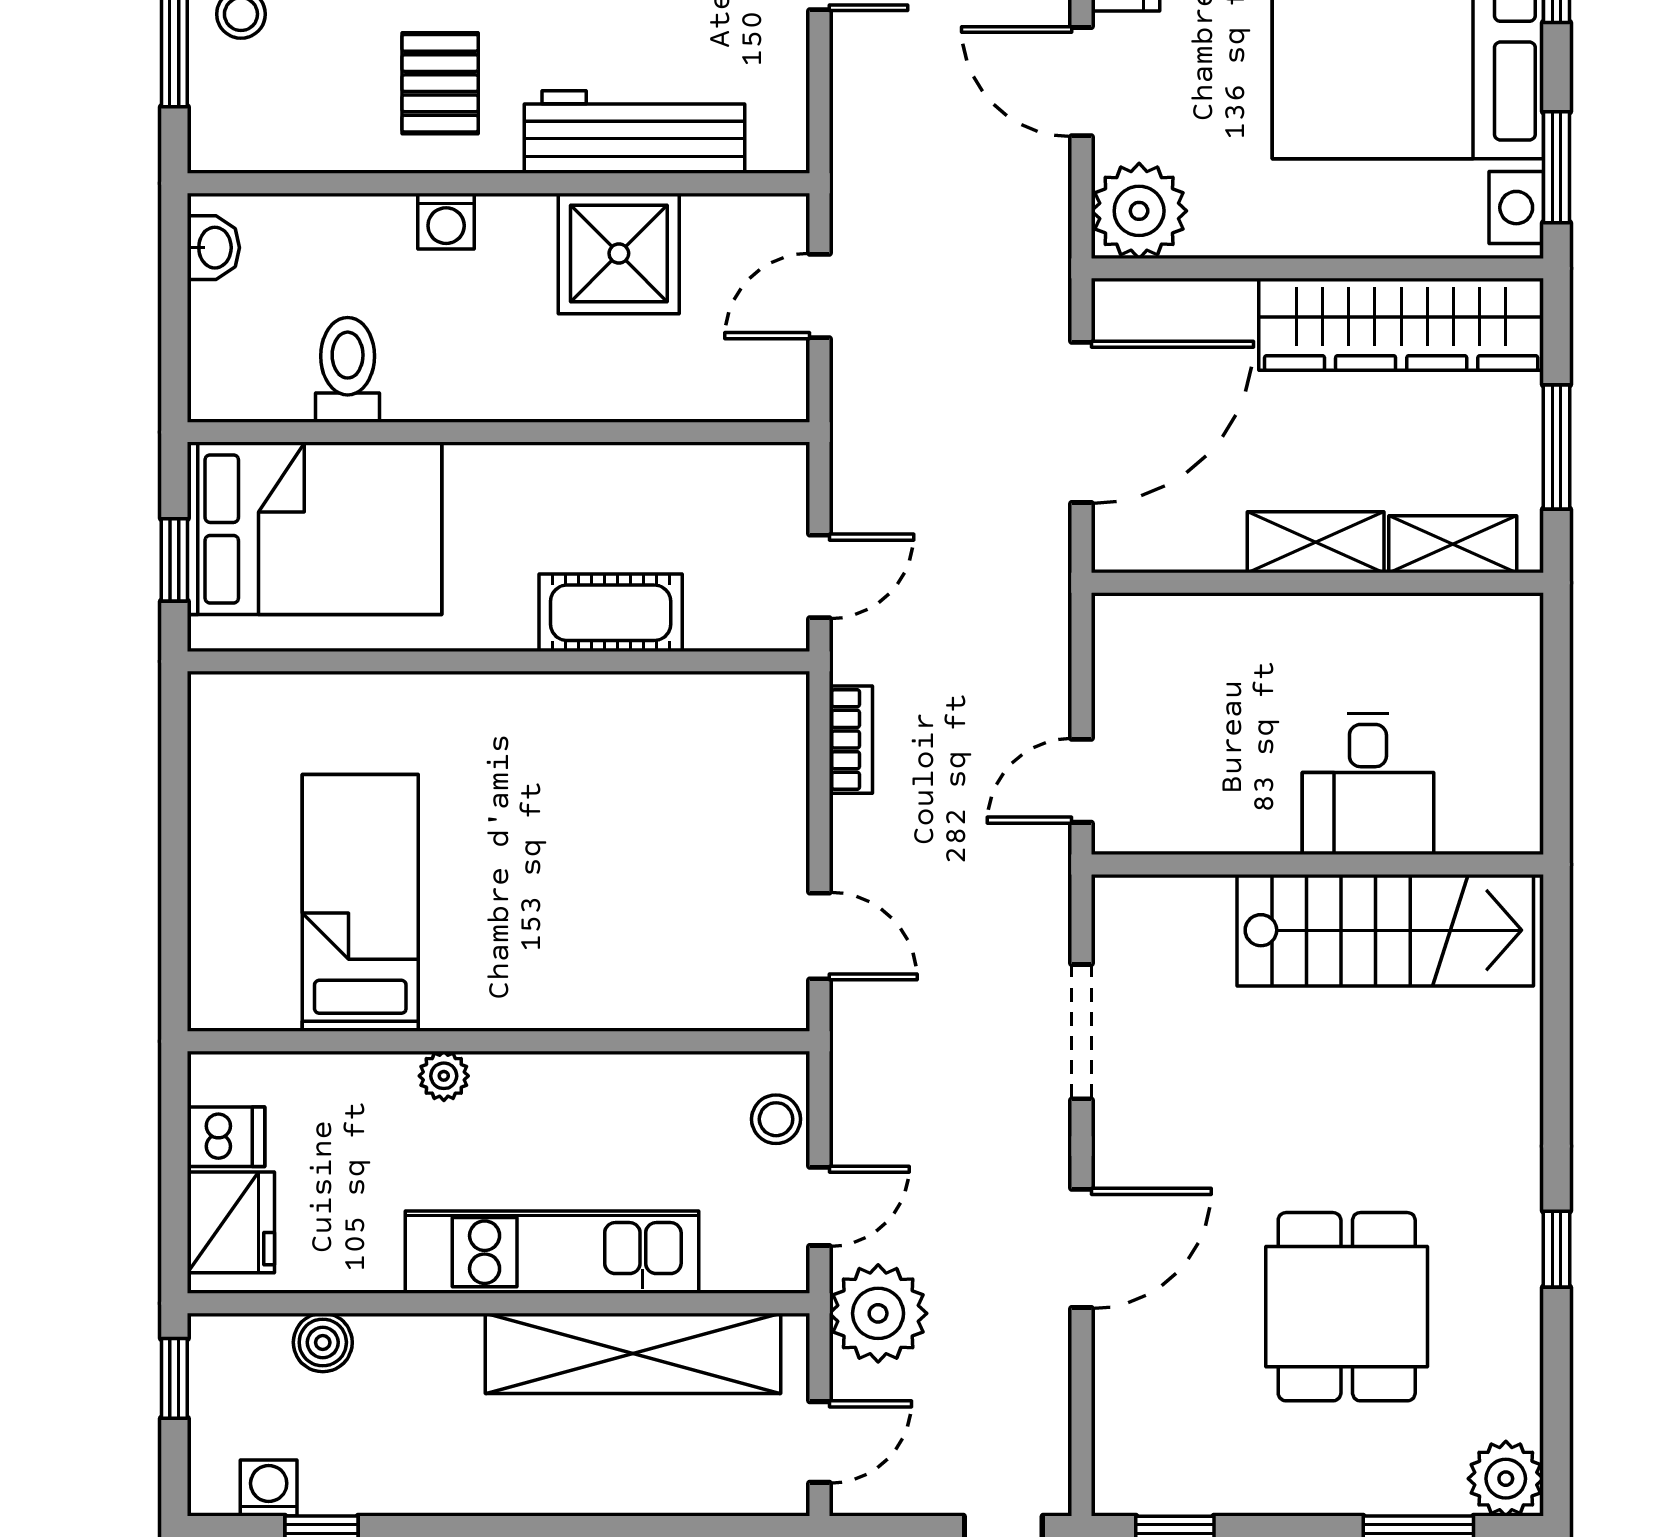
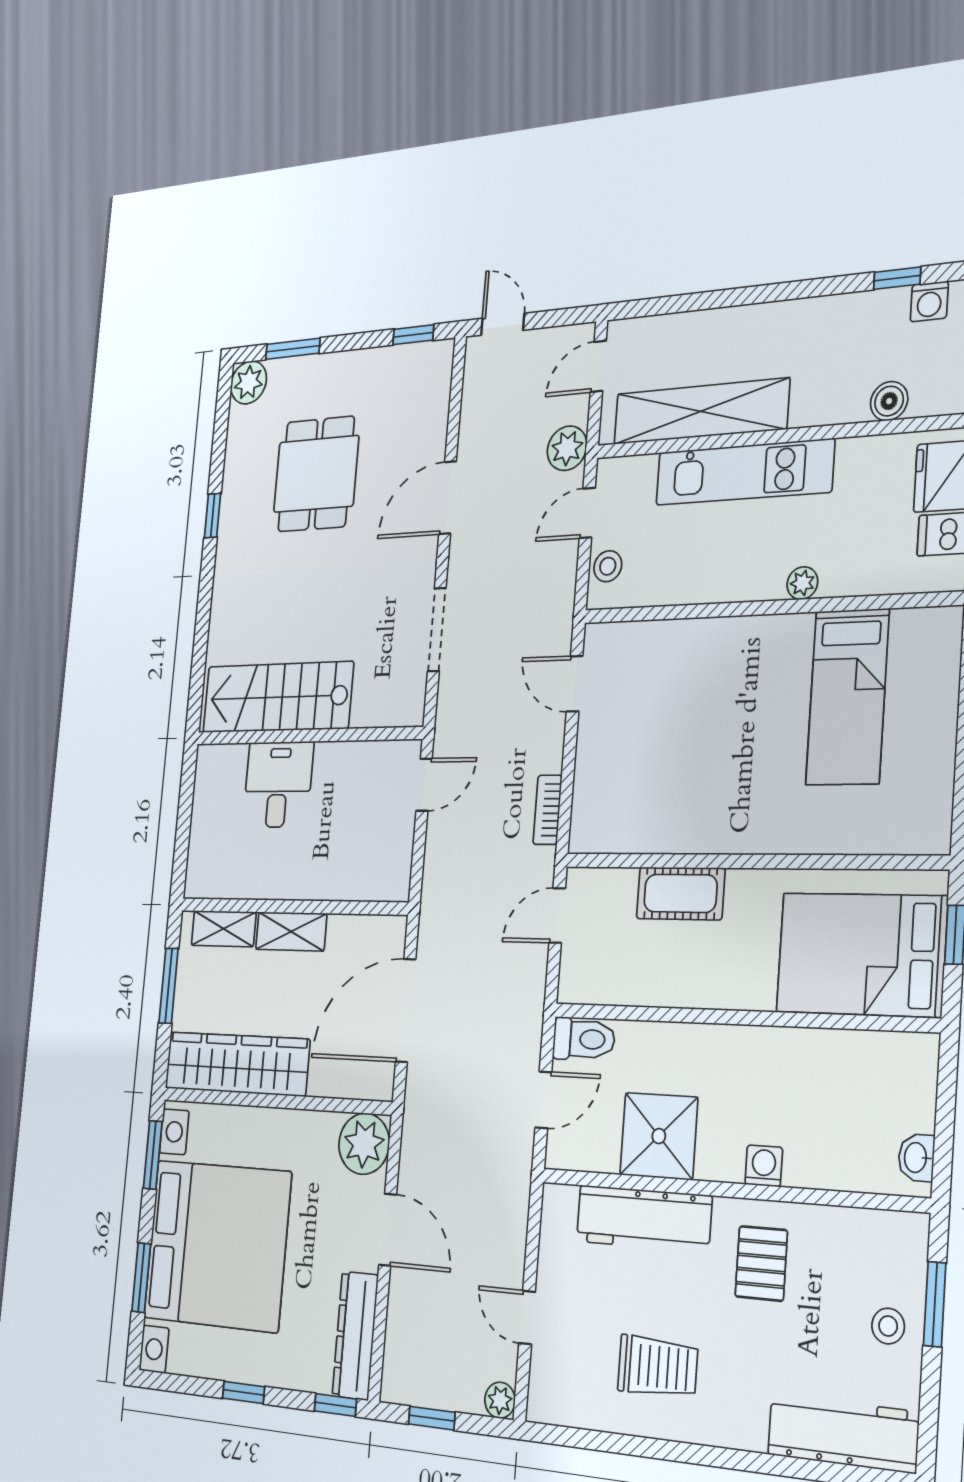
toilet: (348, 370) -> (584, 1039), moved, turned -90
plant: (878, 1313) -> (567, 448), width x0.73, depth x0.73

